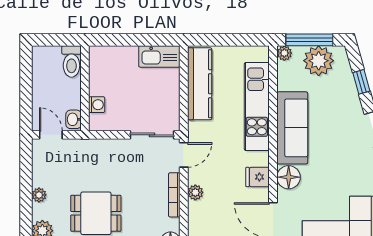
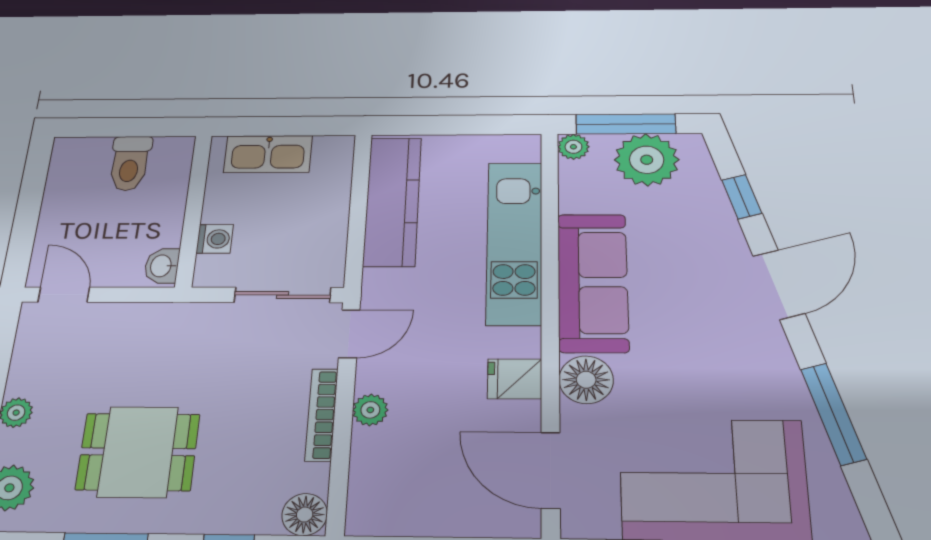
kitchen sink: (159, 56) -> (268, 154), moved
wall: (85, 88) -> (194, 210), moved
washing machine: (97, 105) -> (215, 239), moved
washbasin: (74, 119) -> (162, 266), moved

